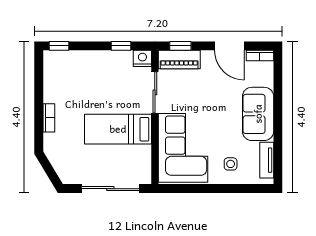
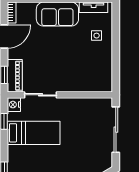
bed: (118, 129) -> (34, 133), moved, turned -90
corner sofa: (183, 148) -> (84, 73), removed

